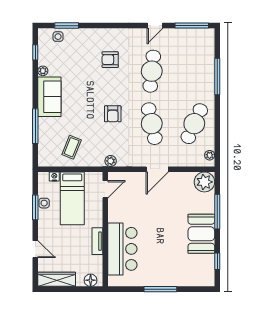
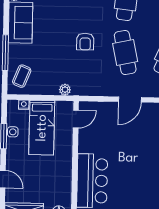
coffee table: (72, 147) -> (22, 76), moved
plant: (111, 161) -> (65, 90), moved
tv unit: (97, 241) -> (67, 172), removed

